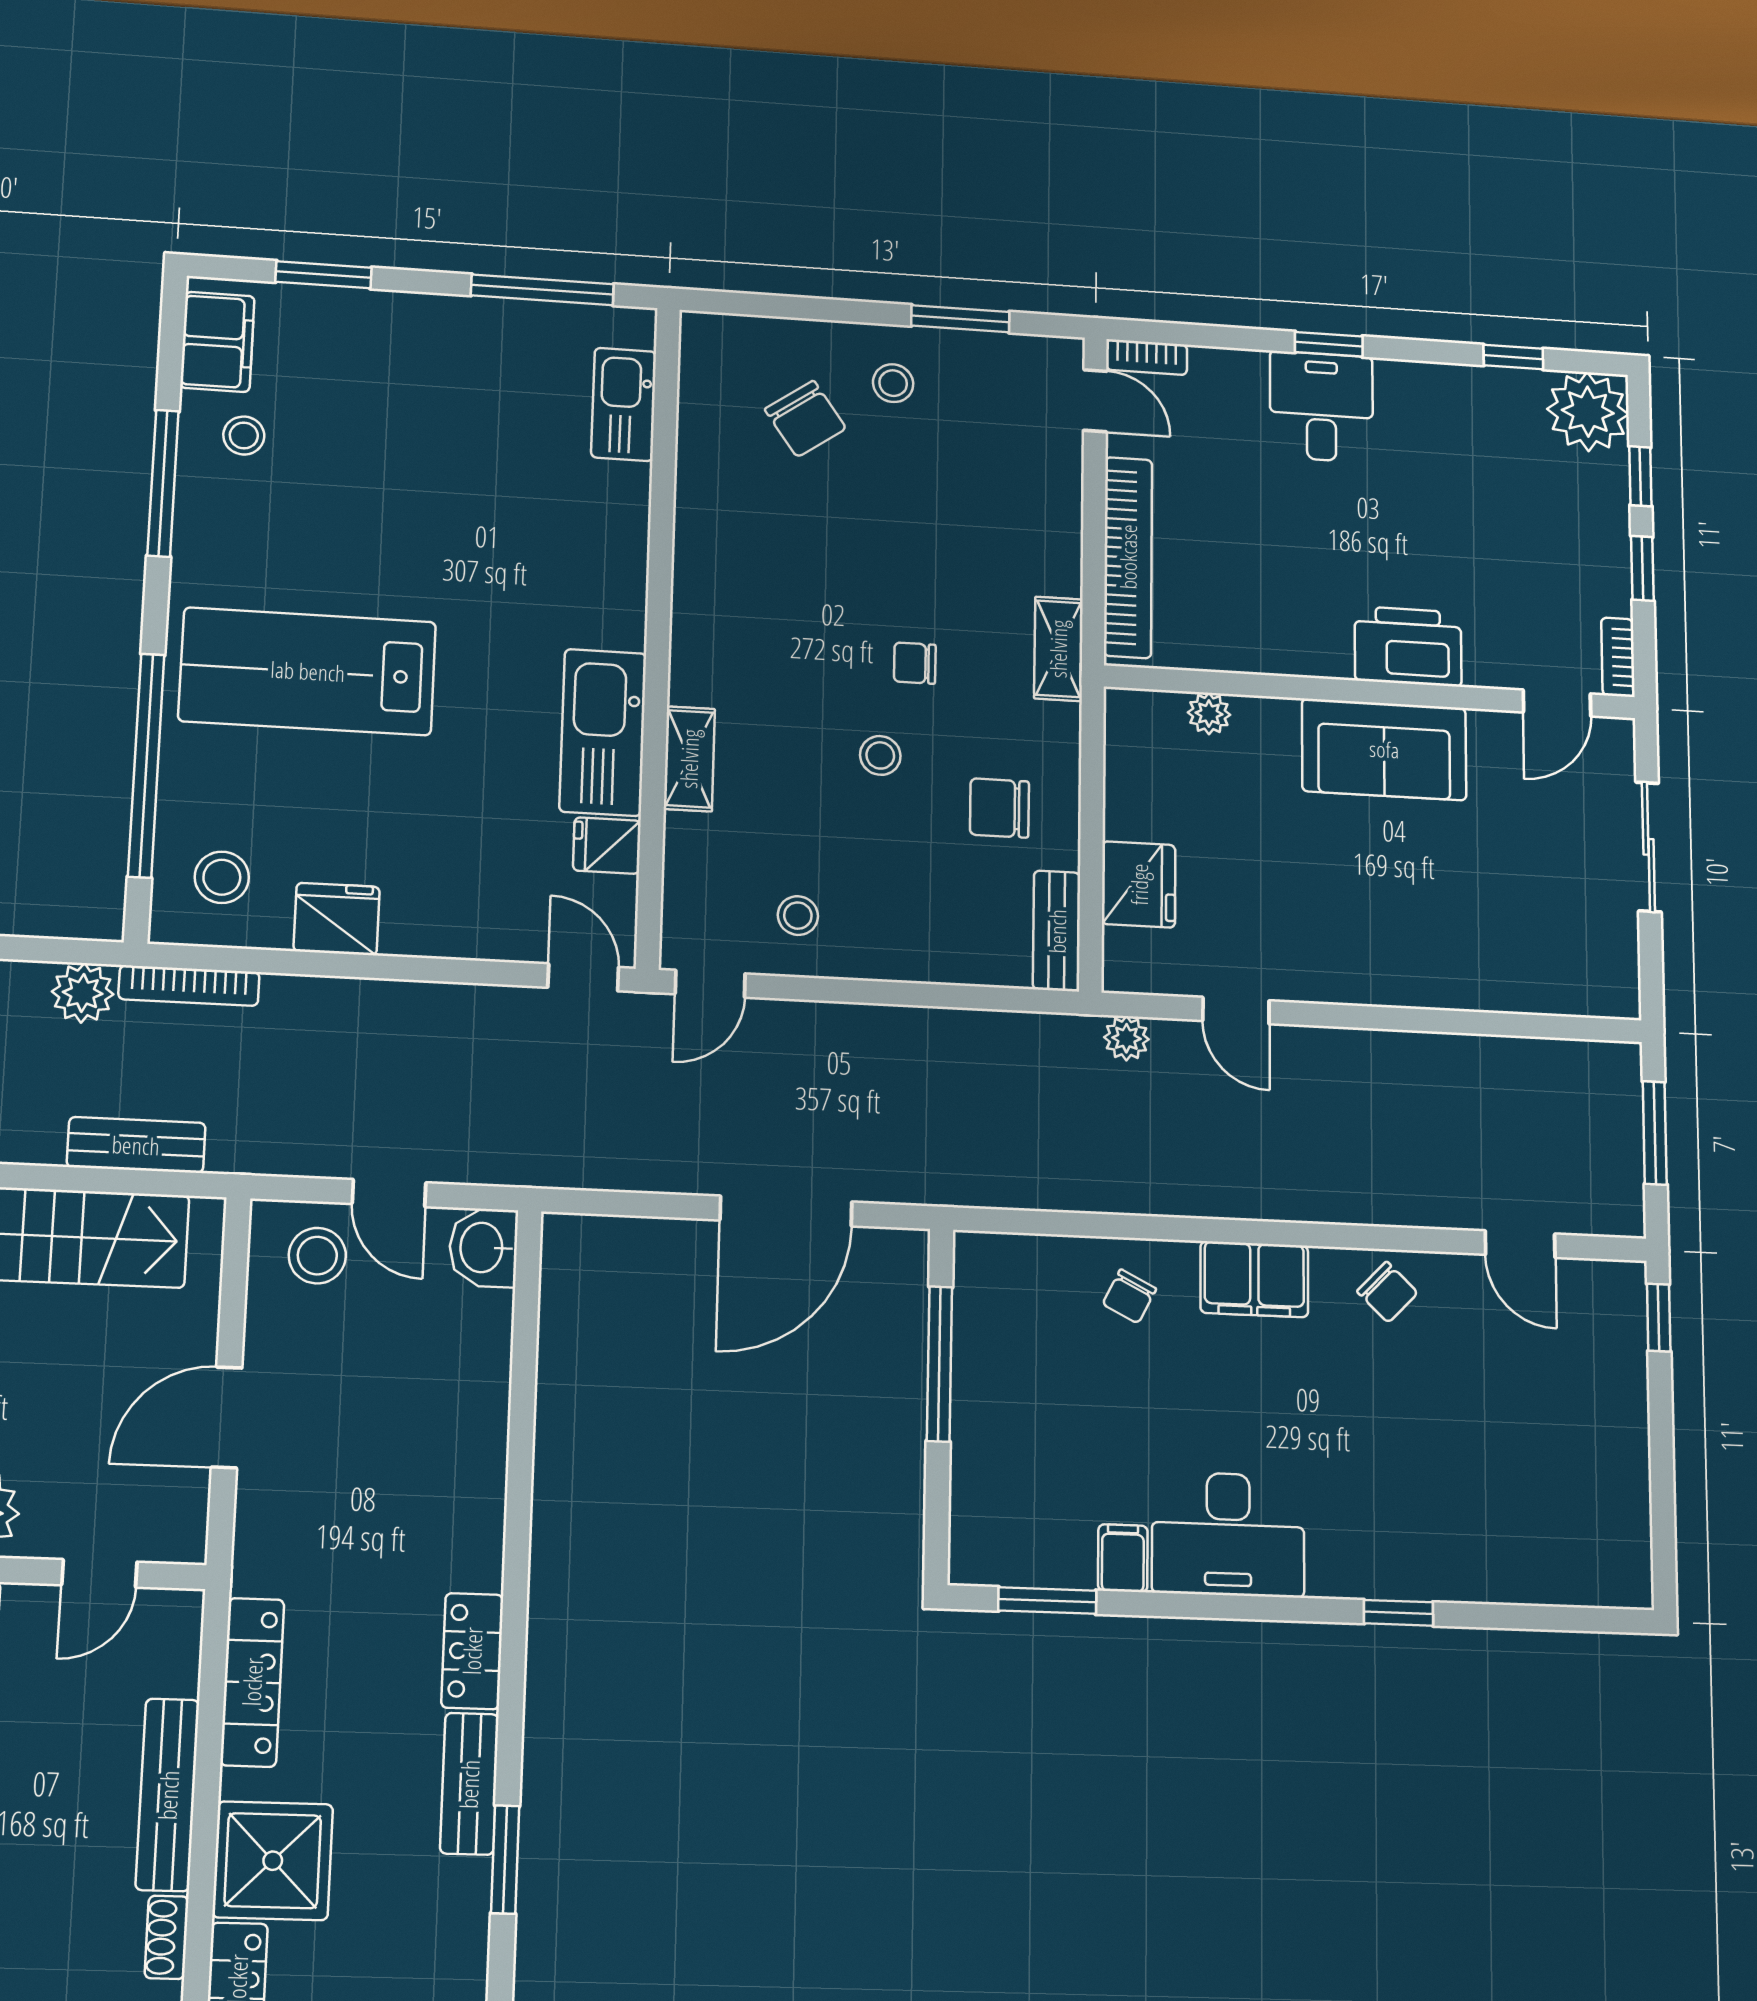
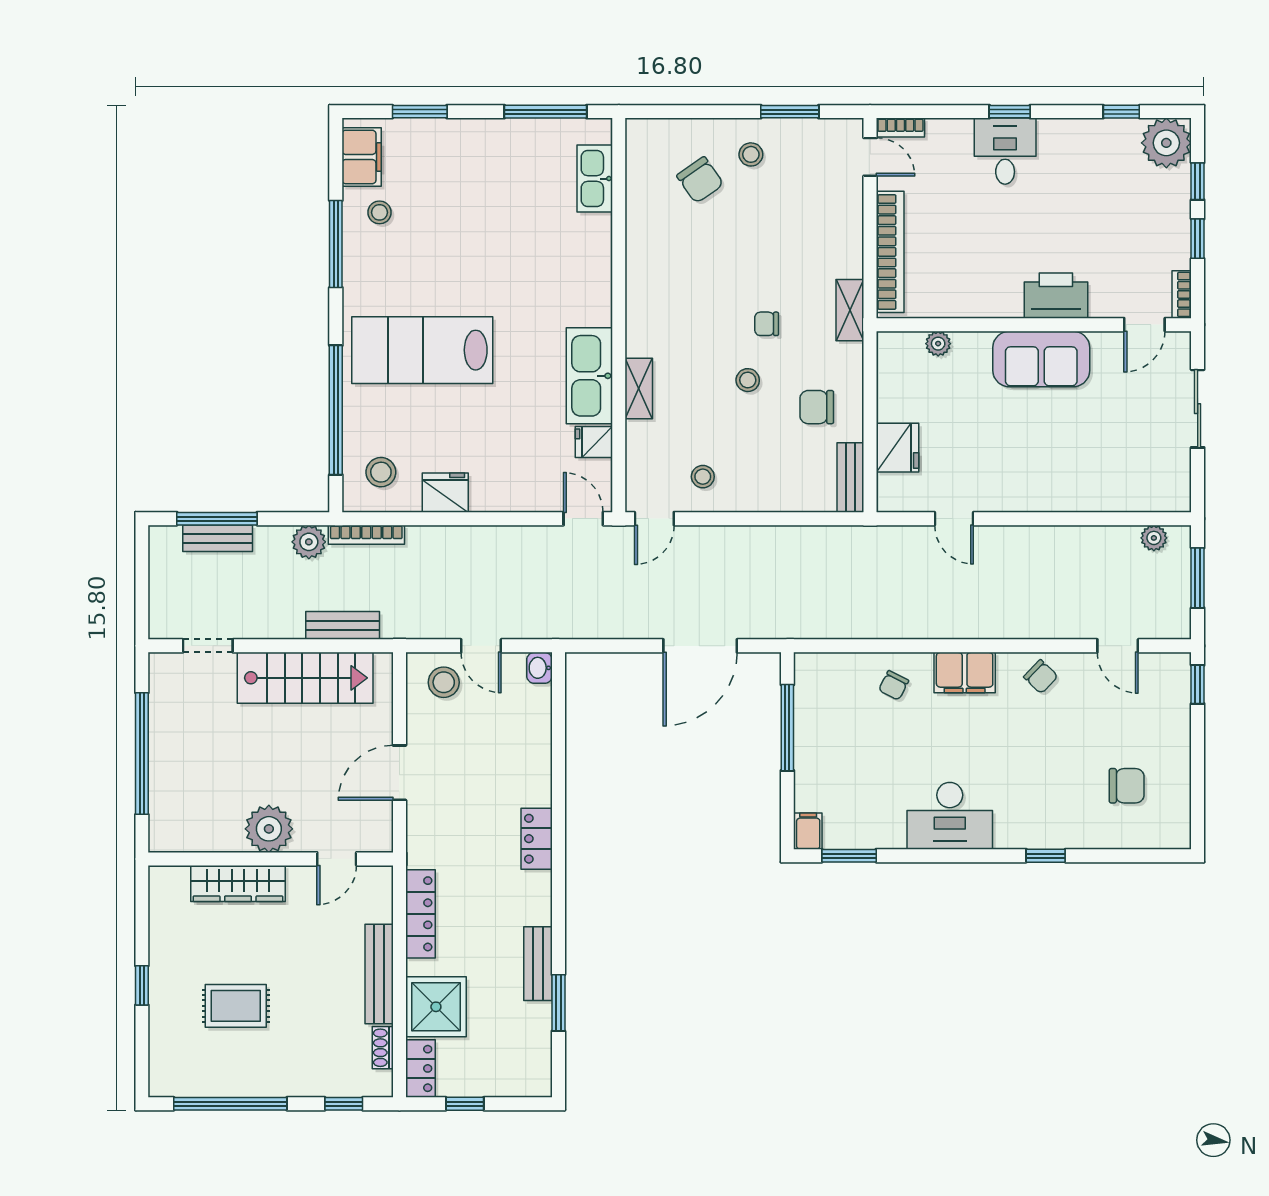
plant: (1126, 1038) -> (1154, 538), moved
washbasin: (483, 1248) -> (539, 668), width x0.72, depth x0.69
chair: (1539, 1492) -> (1127, 786), added
filing cabinet: (1123, 1558) -> (808, 831), moved
locker: (472, 1651) -> (537, 839), moved

